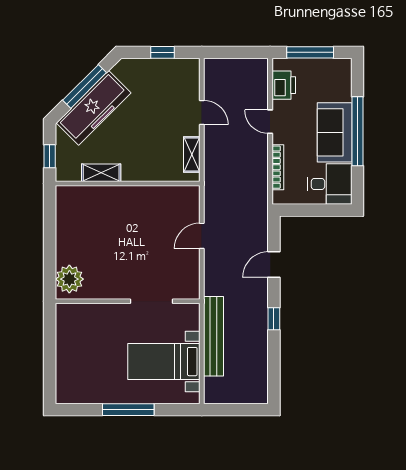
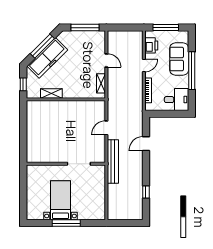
window: (163, 52) -> (85, 28), width x2.17
door: (270, 122) -> (144, 65), swing flipped
sofa: (335, 132) -> (179, 59), moved
plant: (69, 279) -> (34, 152), removed
window: (274, 319) -> (146, 192), moved
bench: (214, 336) -> (113, 162), moved
bed with nightstands: (164, 362) -> (60, 200), moved, turned 90

